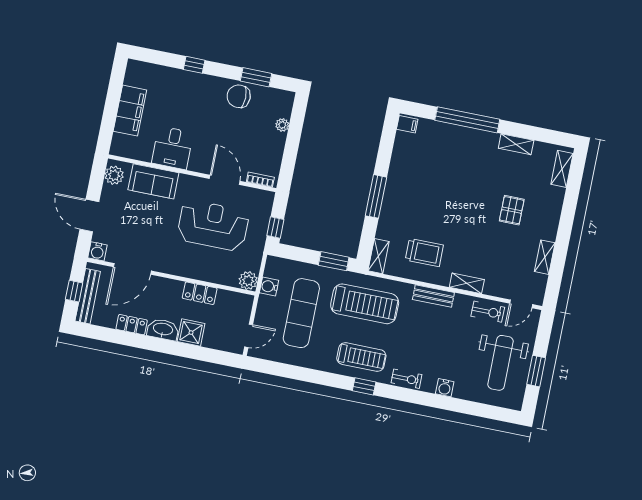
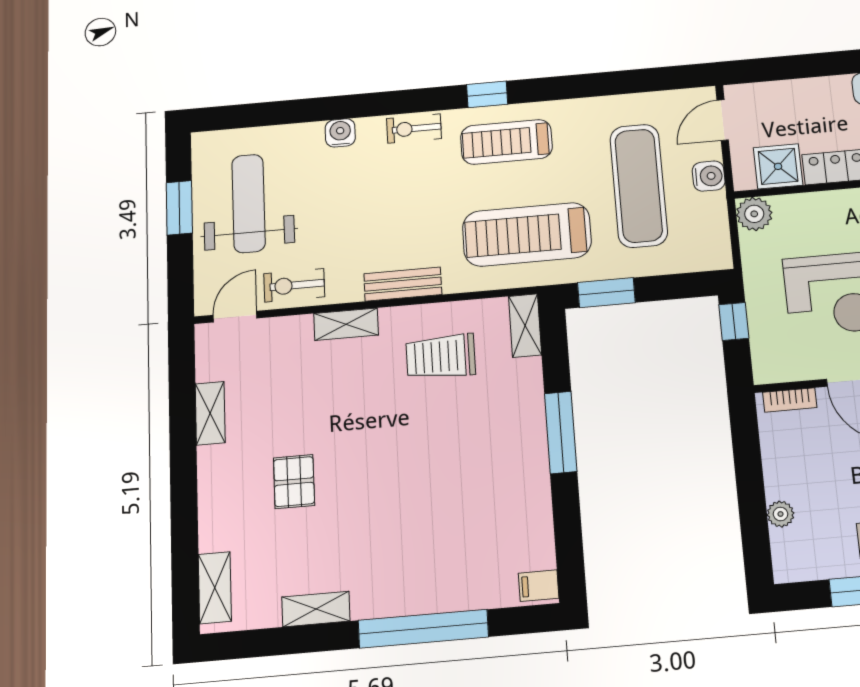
water cooler: (269, 286) -> (709, 176), moved
shower: (191, 333) -> (778, 166), moved

